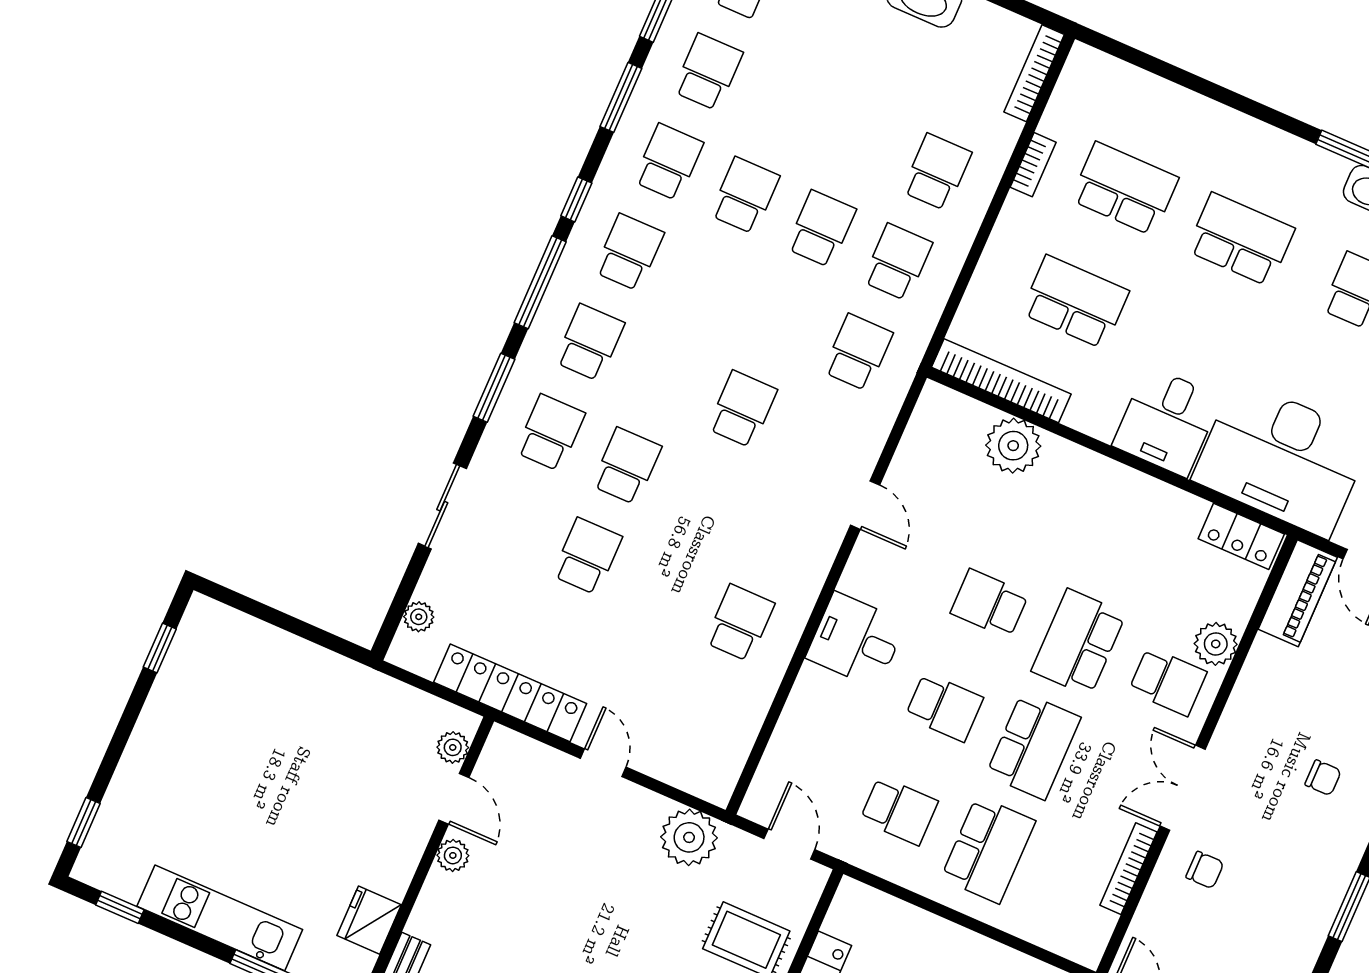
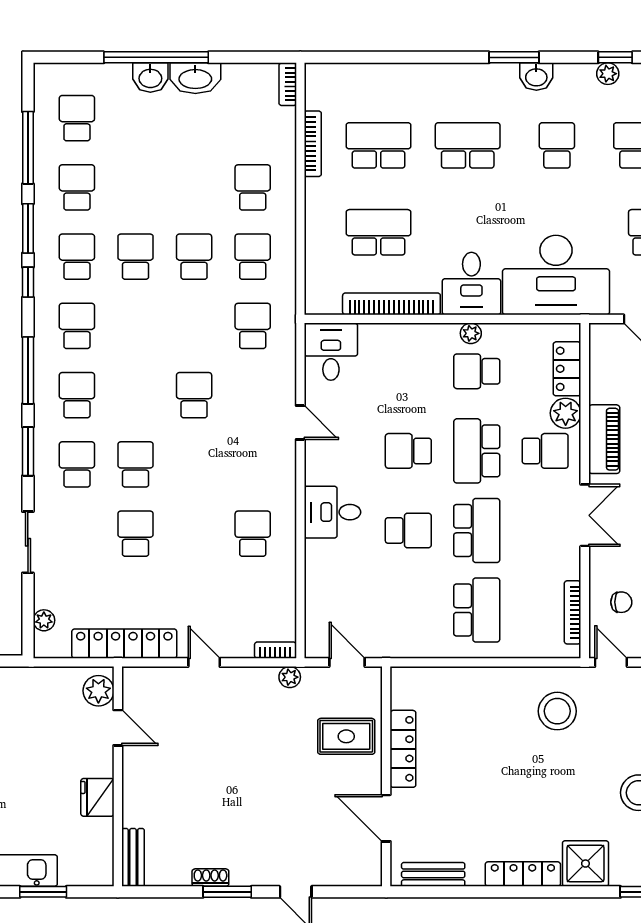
bookcase: (1034, 73) -> (288, 84), width x0.64
bookcase: (1033, 165) -> (313, 144), width x1.56
window: (576, 199) -> (28, 282), moved
bookcase: (1001, 381) -> (391, 304), moved
desk: (945, 430) -> (331, 352), added
plant: (1013, 446) -> (471, 333), moved, width x0.53, depth x0.53
locker: (1241, 536) -> (567, 369), moved, turned 90
piano: (1298, 593) -> (604, 439), moved
plant: (453, 747) -> (98, 691), width x1.38, depth x1.38
bookcase: (703, 787) -> (275, 650), added
double door: (1183, 788) -> (585, 515), swing flipped
school desk: (899, 811) -> (477, 371), moved, turned 180
plant: (689, 837) -> (290, 677), width x0.53, depth x0.53
plant: (453, 855) -> (133, 765), removed
bookcase: (1128, 869) -> (573, 612), moved
chair: (1205, 870) -> (621, 602), moved
fridge: (369, 920) -> (97, 797), moved

